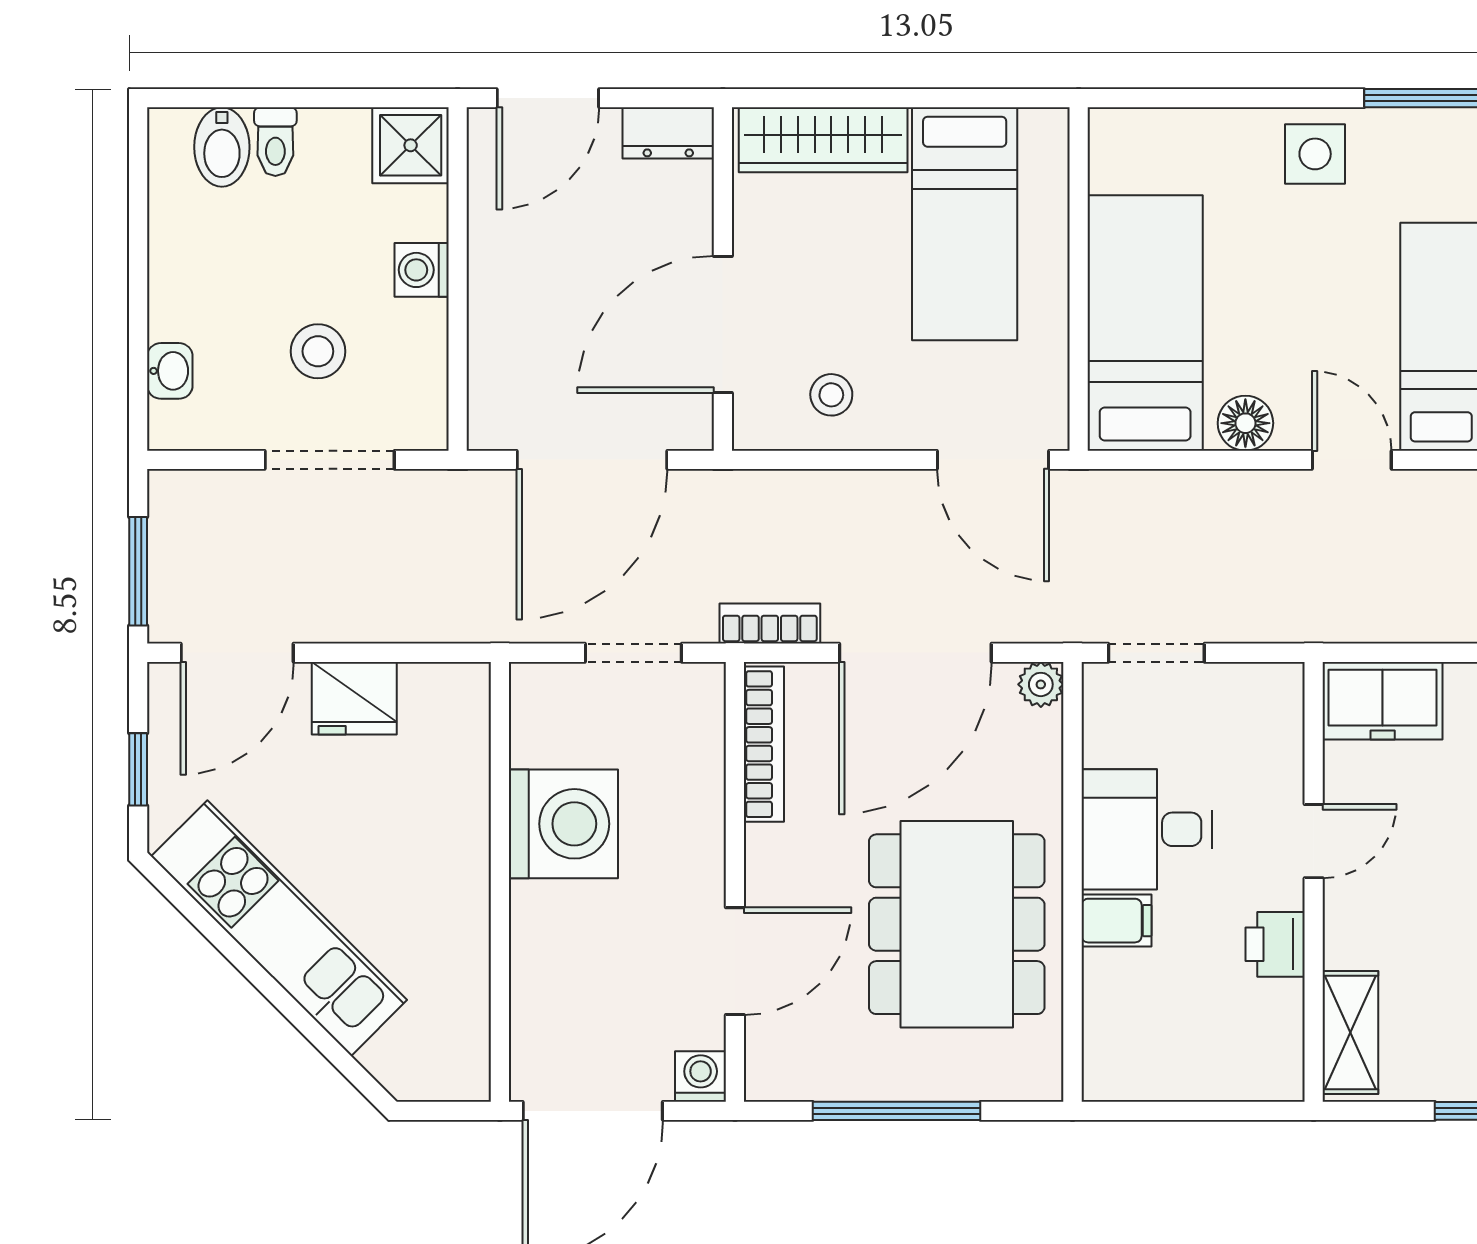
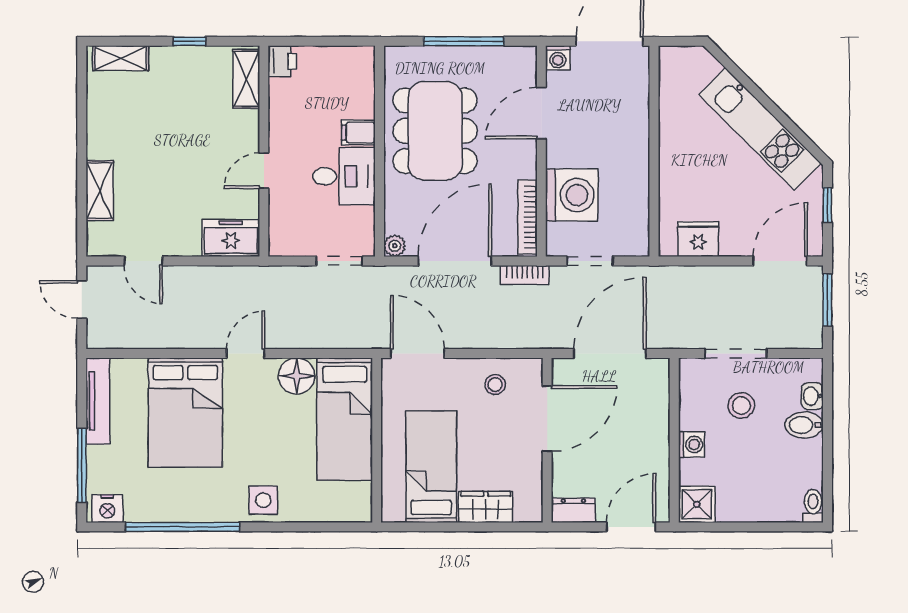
wardrobe: (823, 140) -> (486, 507), width x0.67
toilet: (275, 142) -> (813, 506), moved
bidet: (222, 147) -> (804, 425), moved, turned -90
floor lamp: (1245, 423) -> (297, 376), width x1.38, depth x1.38
door: (1352, 460) -> (246, 353), swing flipped
fridge: (354, 698) -> (698, 239), moved
washing machine: (563, 824) -> (572, 195), moved, turned 180
printer: (1275, 944) -> (282, 61), moved

